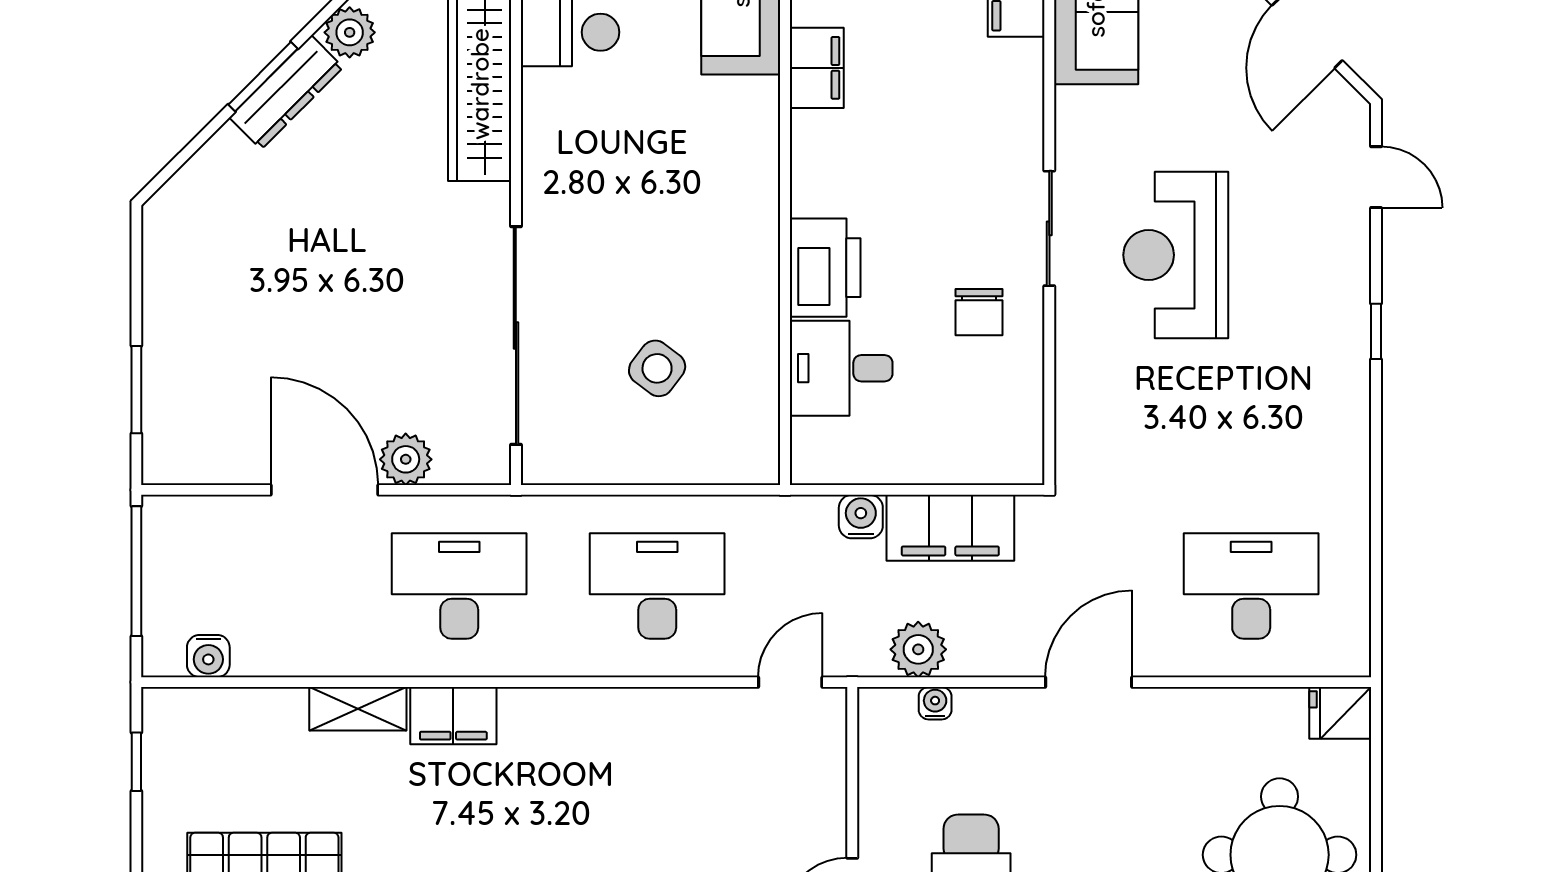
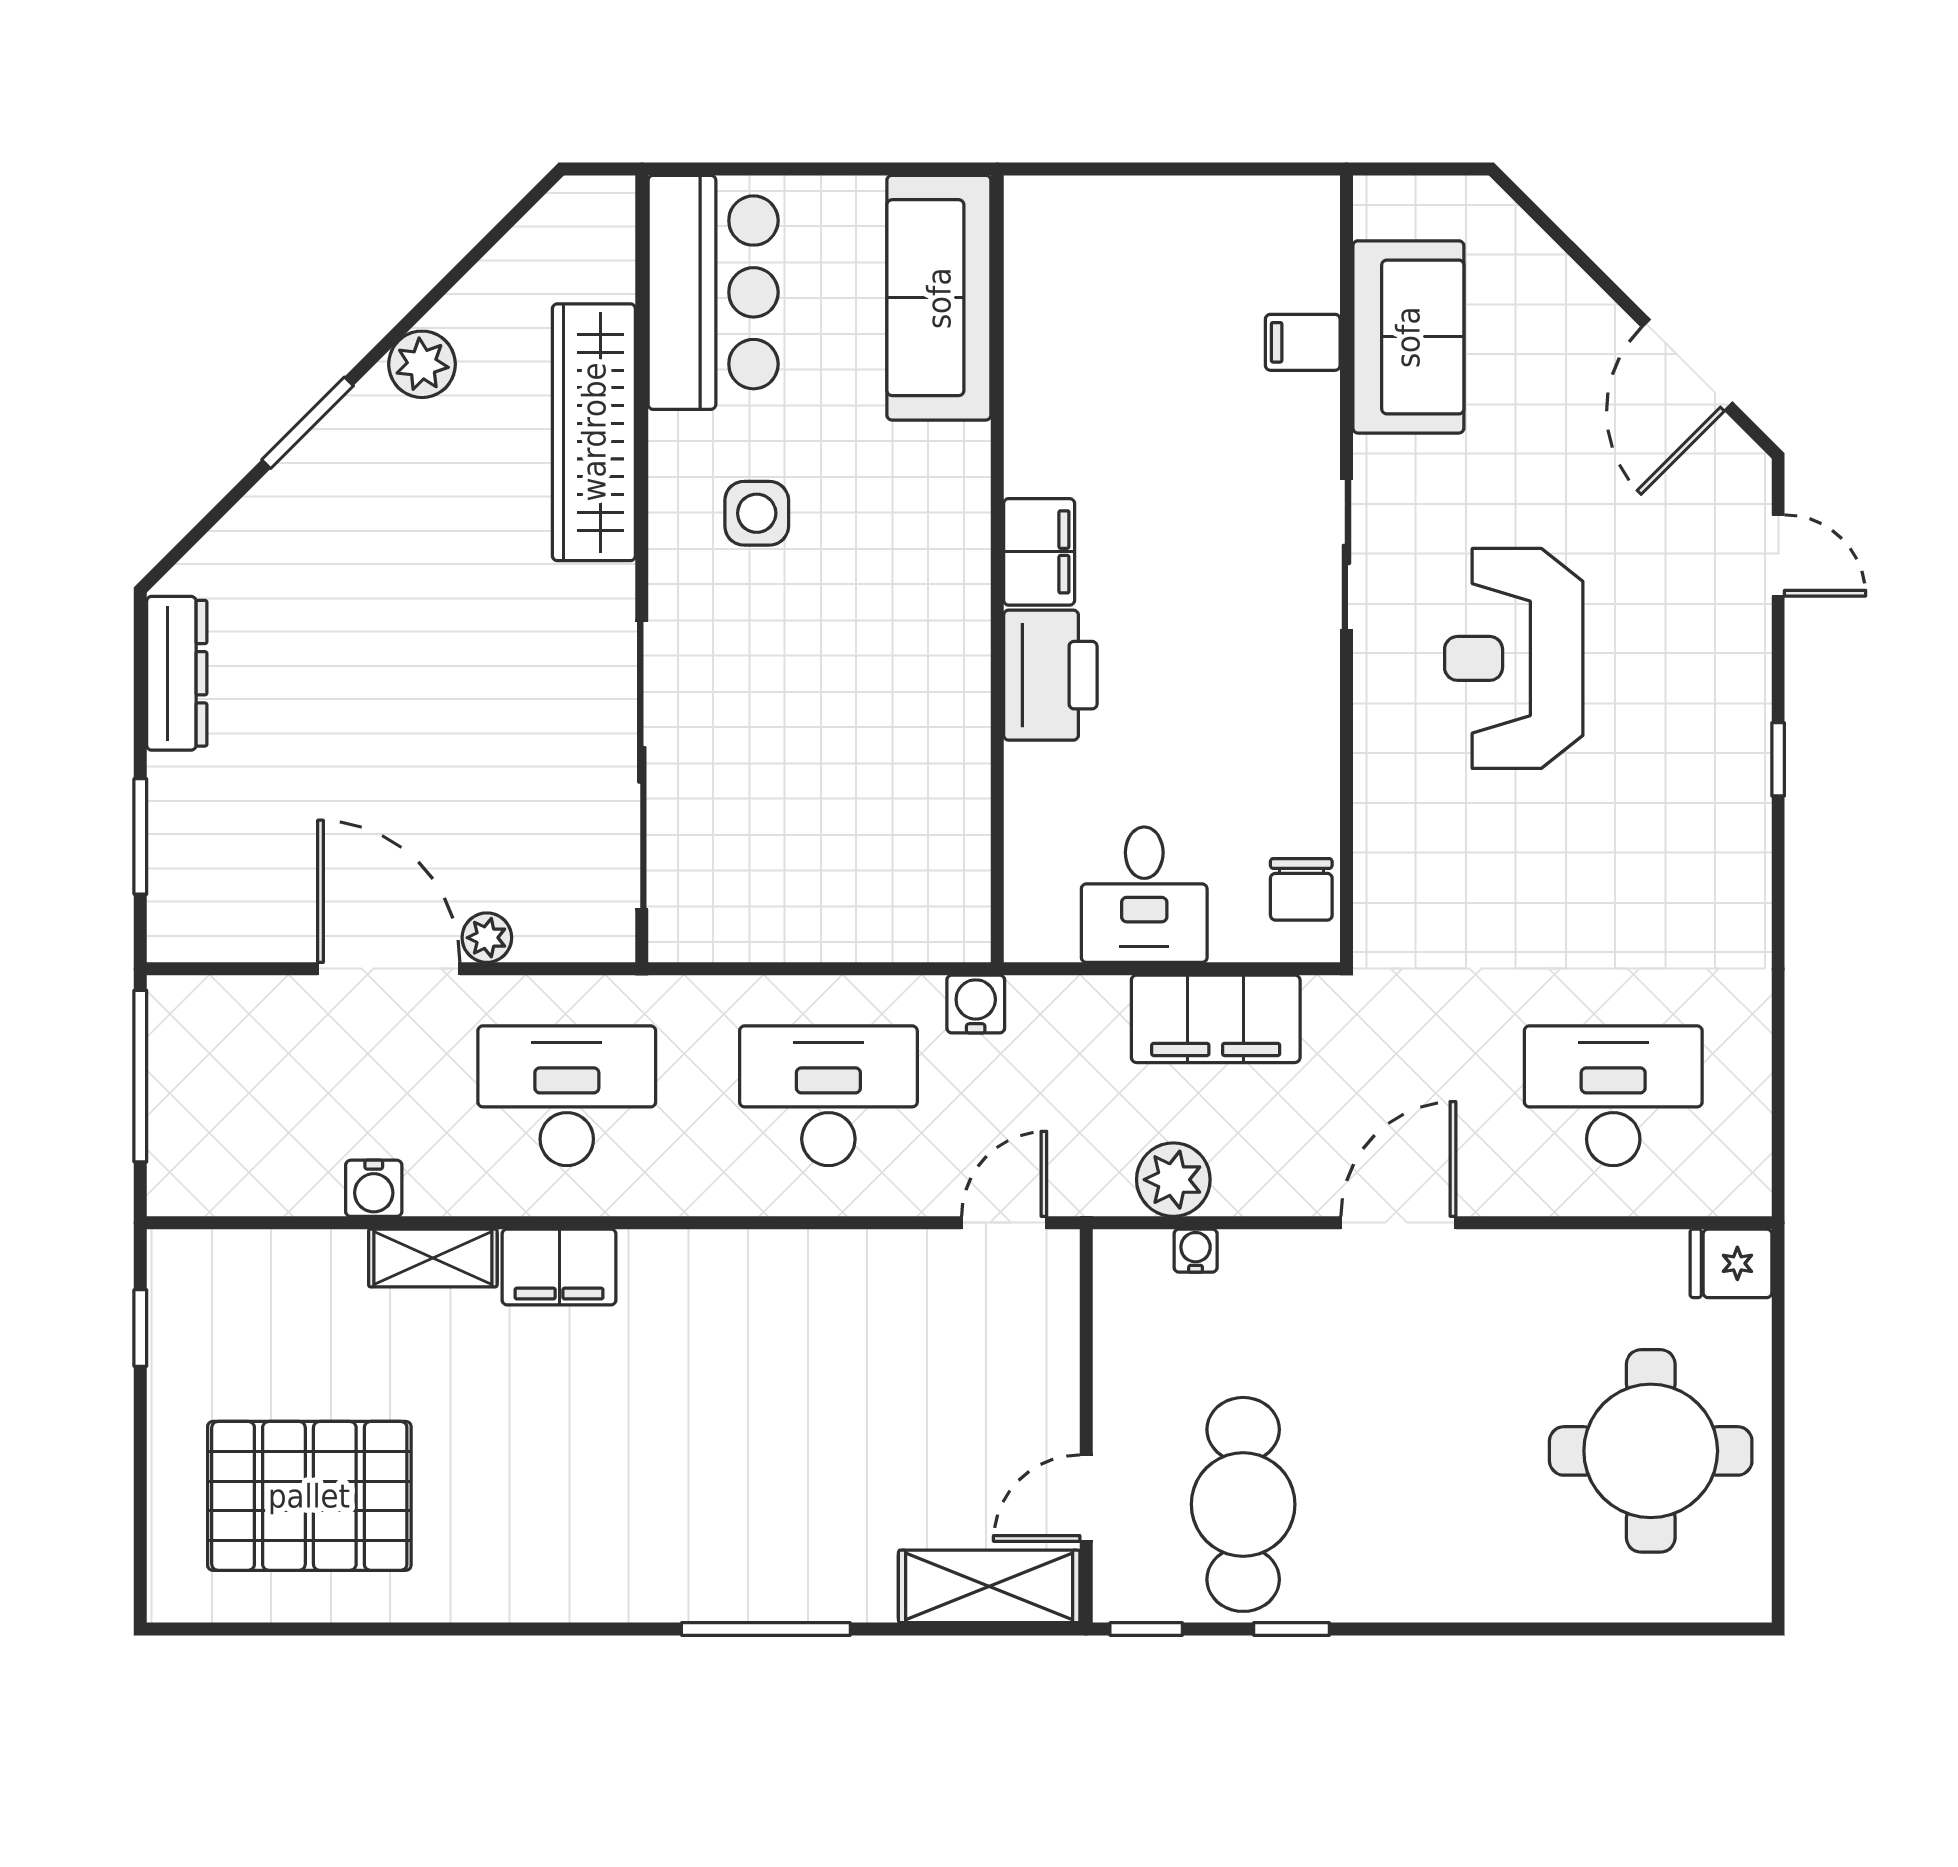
filing cabinet: (817, 68) -> (1039, 552), moved
dresser: (286, 92) -> (177, 673), moved, turned -45
sliding door: (1049, 228) -> (1346, 554), moved
chair: (979, 312) -> (1301, 889), moved
side table: (657, 368) -> (757, 513), moved, turned -37
desk: (841, 368) -> (1144, 895), moved, turned -90
plant: (406, 459) -> (487, 938), width x0.73, depth x0.73
water cooler: (861, 517) -> (976, 1004), moved
water cooler: (208, 656) -> (374, 1188), moved

